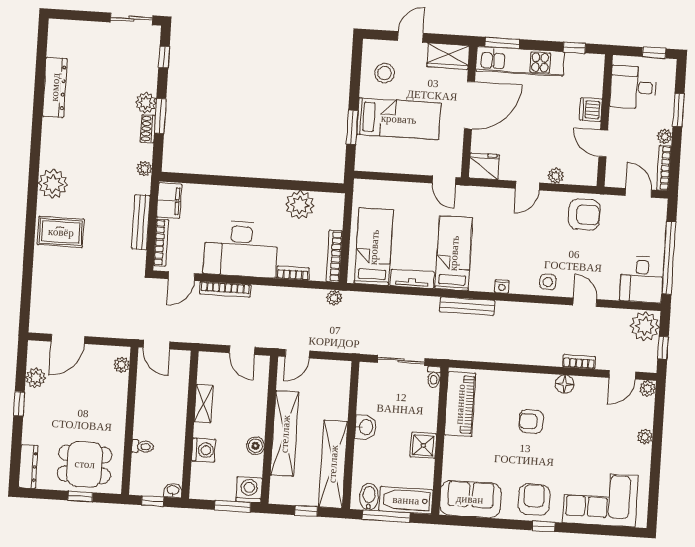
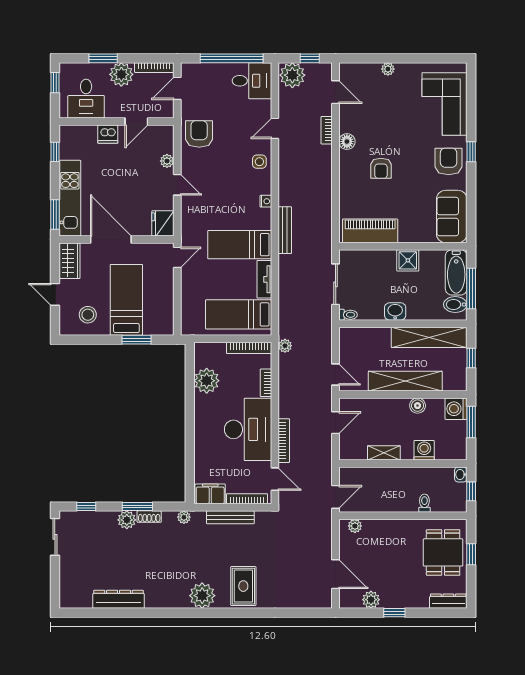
plant: (664, 136) -> (121, 74), width x1.87, depth x1.87
toilet: (434, 377) -> (348, 315), moved
plant: (647, 388) -> (346, 70), removed
armchair: (534, 500) -> (449, 161), turned 90

